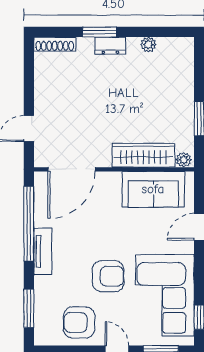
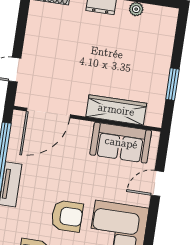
plant: (184, 160) -> (153, 120), removed

